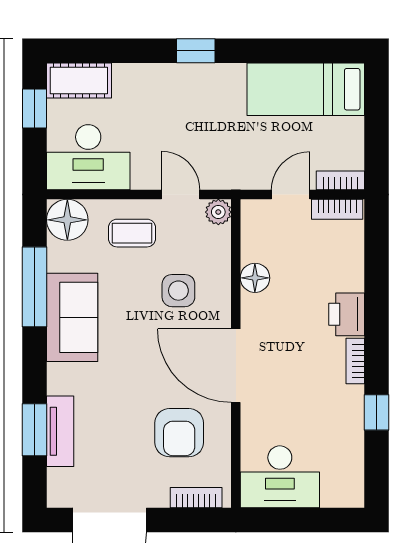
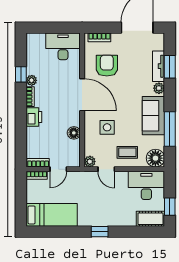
plant: (59, 381) -> (159, 88), added
plant: (352, 399) -> (32, 80), added

